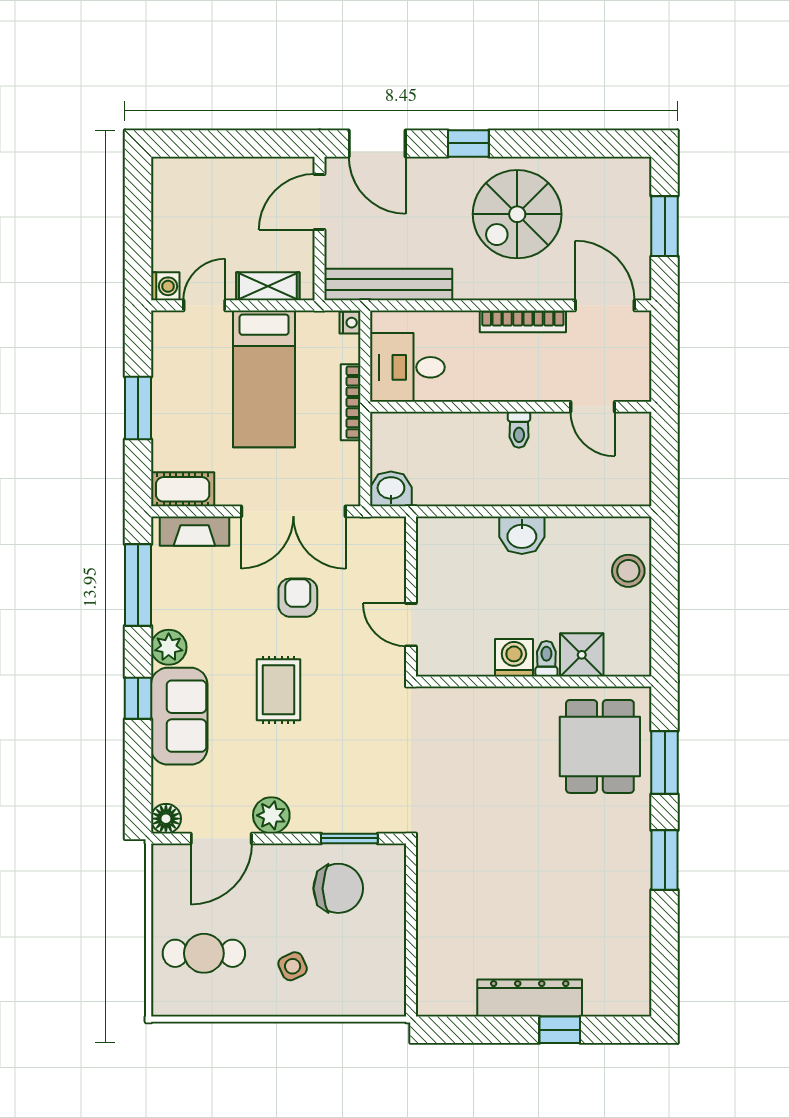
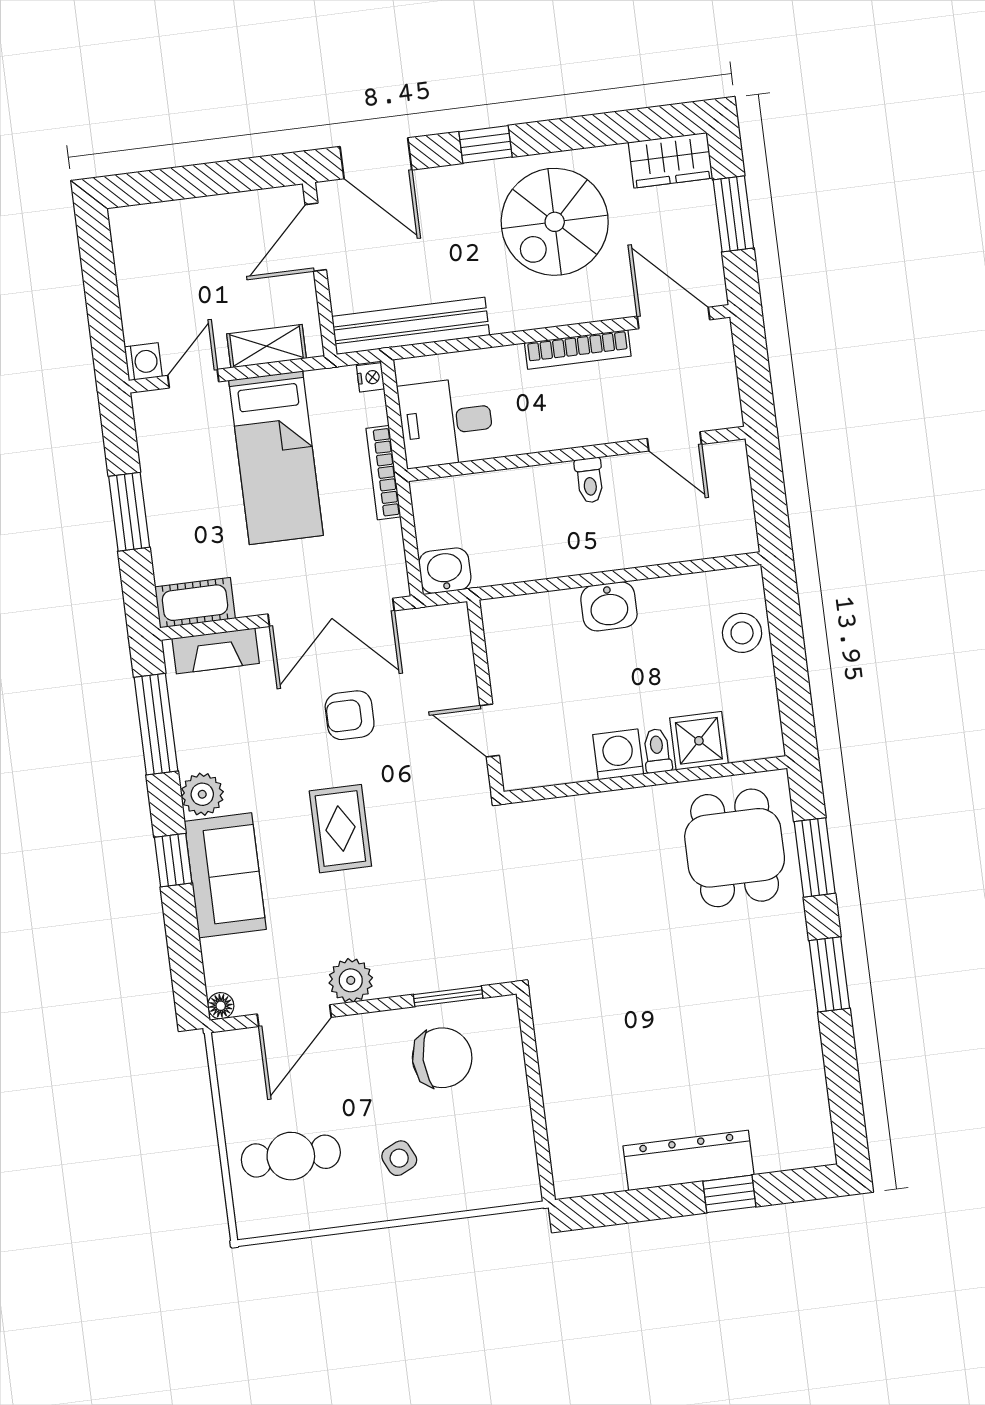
wardrobe: (619, 176) -> (670, 160), added
armchair: (298, 598) -> (350, 715), turned -90
floor lamp: (166, 819) -> (221, 1006), width x0.73, depth x0.73

